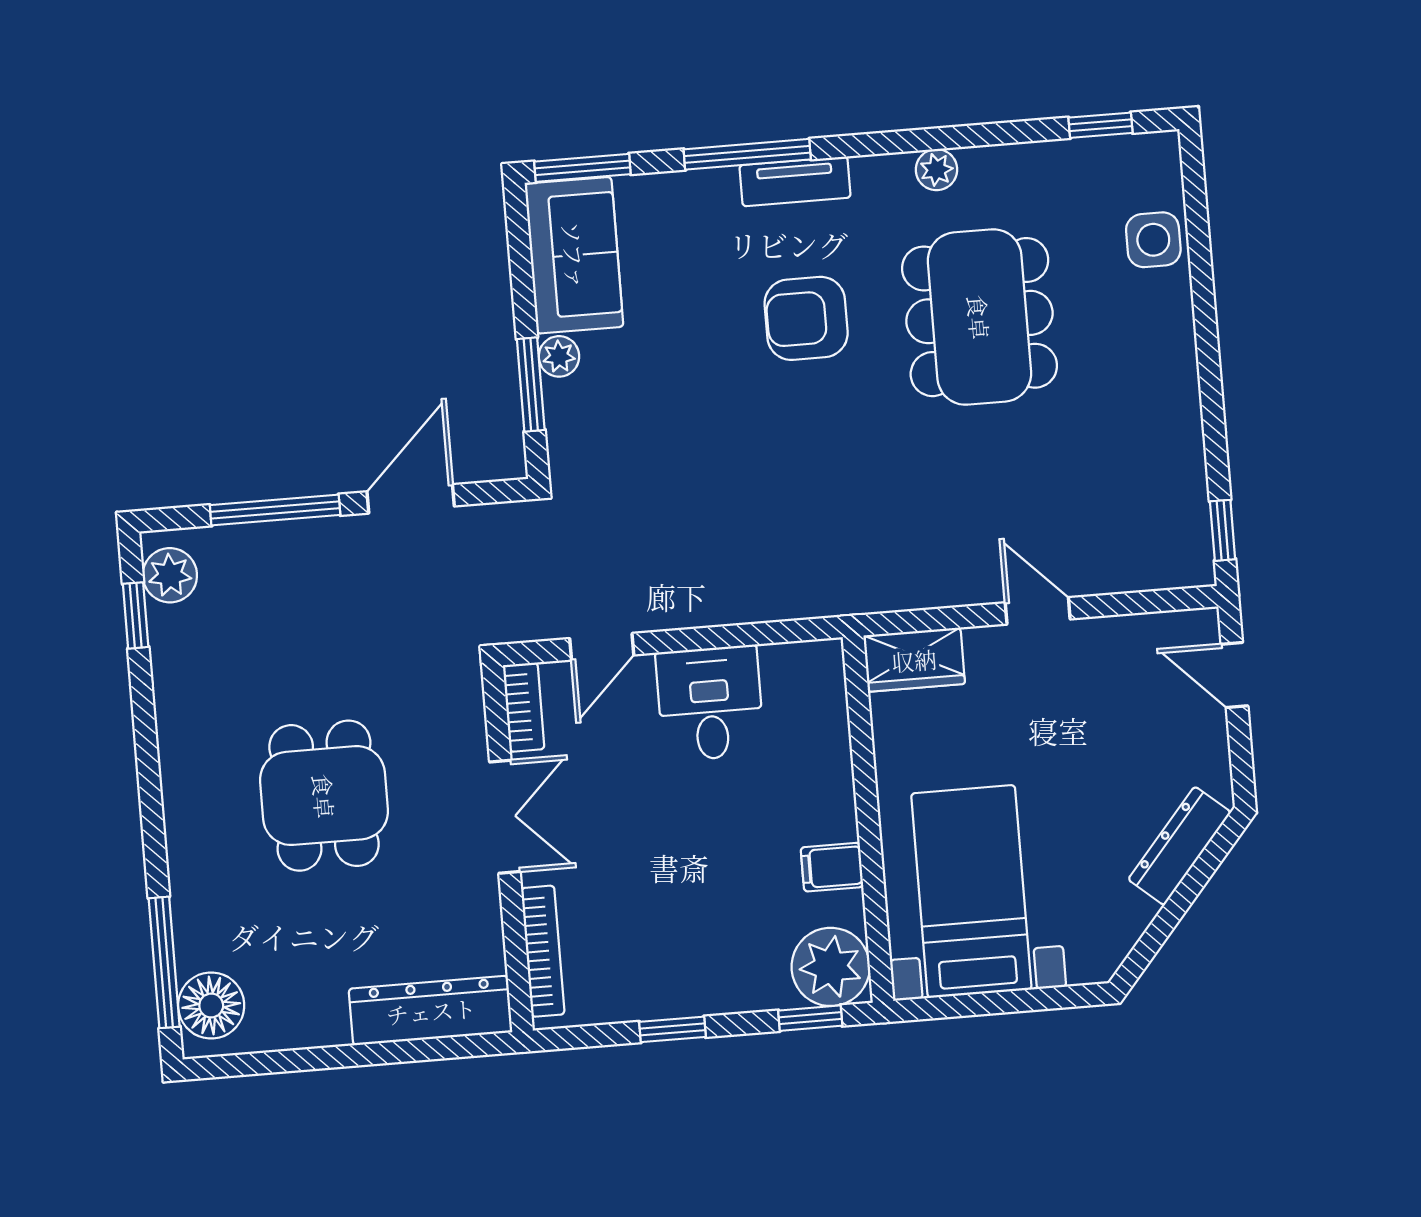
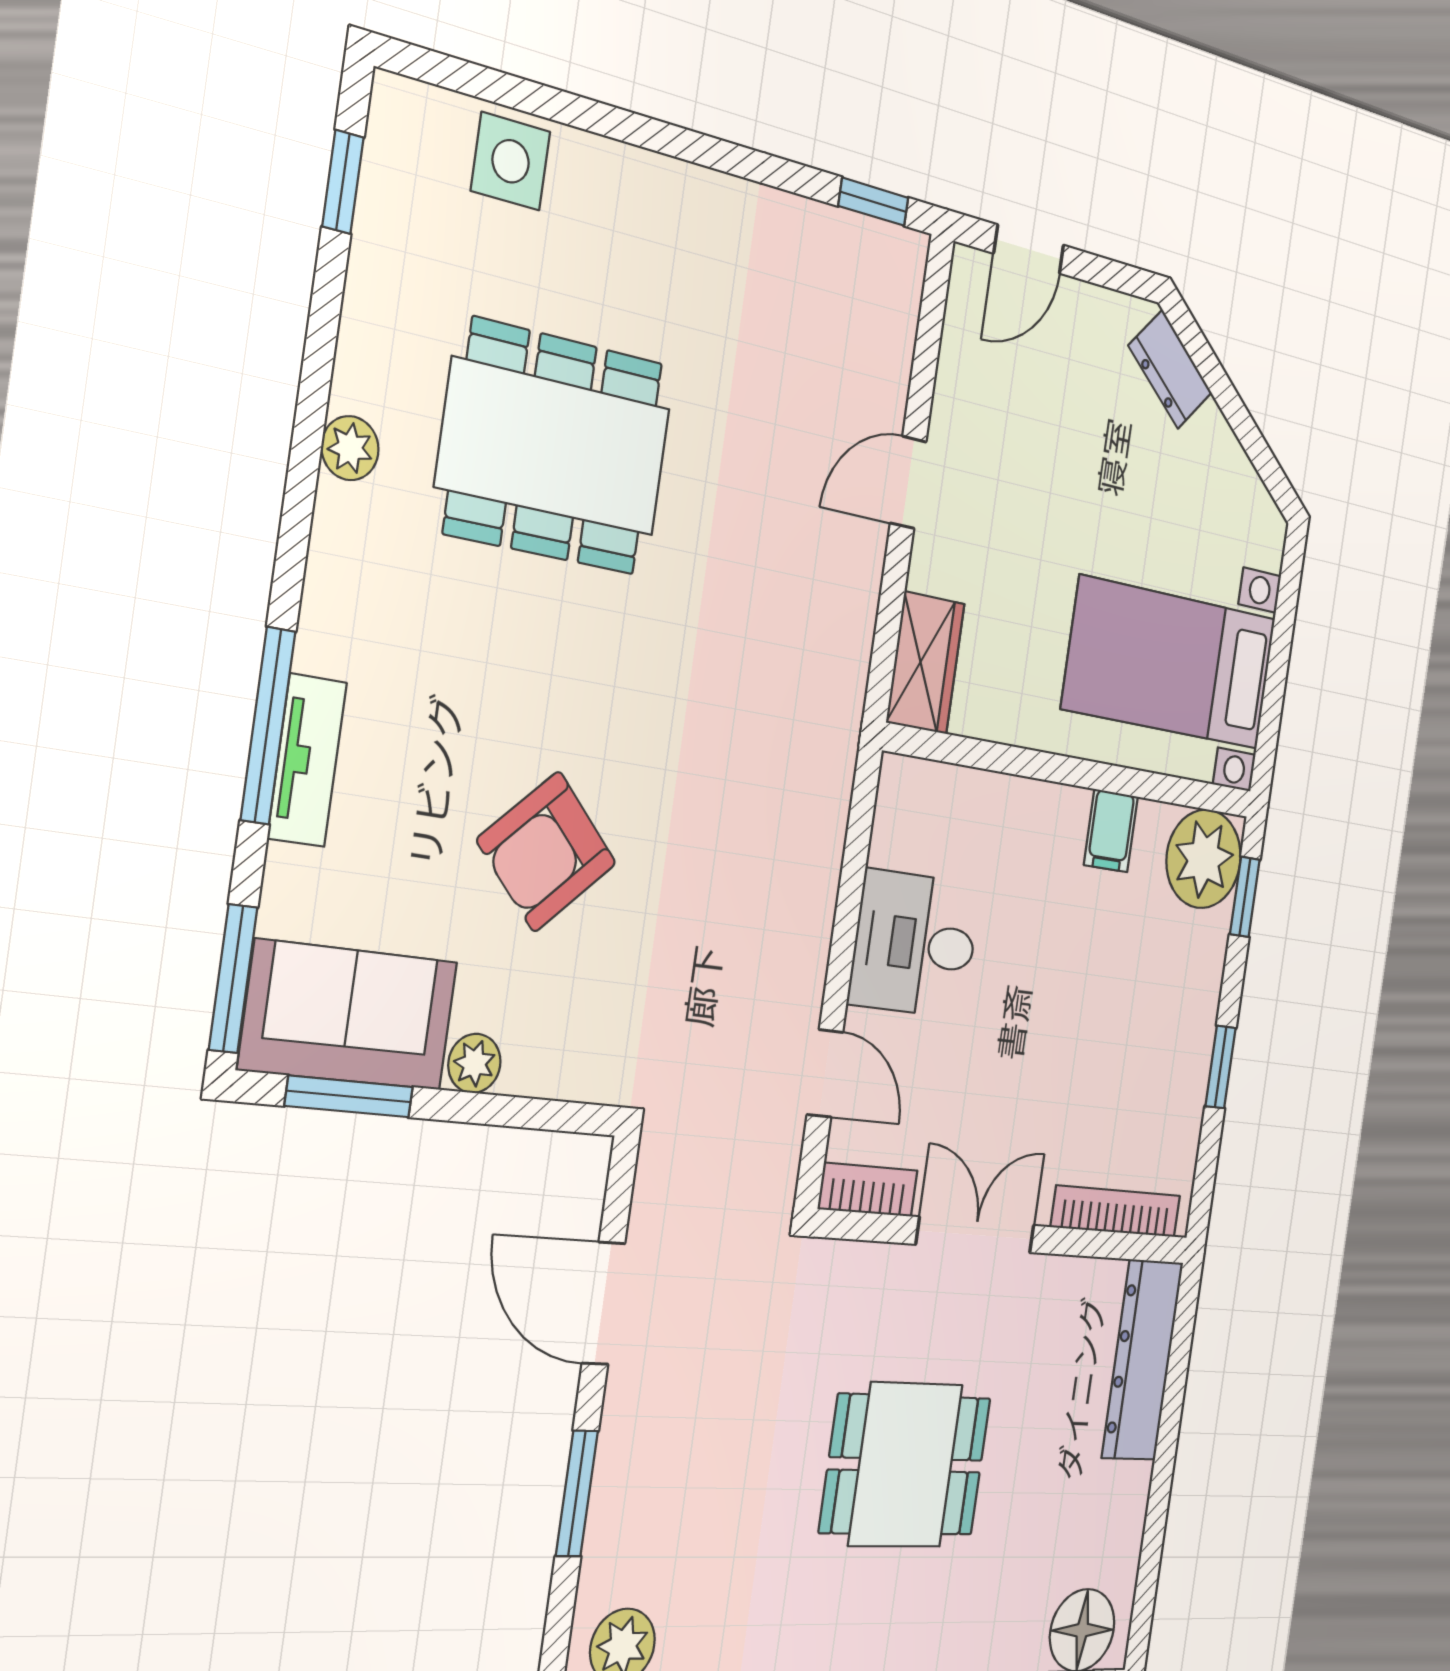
tv unit: (795, 181) -> (307, 760), moved
armchair: (806, 318) -> (547, 852), moved, turned 46
window: (531, 384) -> (349, 1096), moved
window: (275, 510) -> (577, 1493), width x0.69
dresser: (1179, 846) -> (1170, 369), width x0.70

